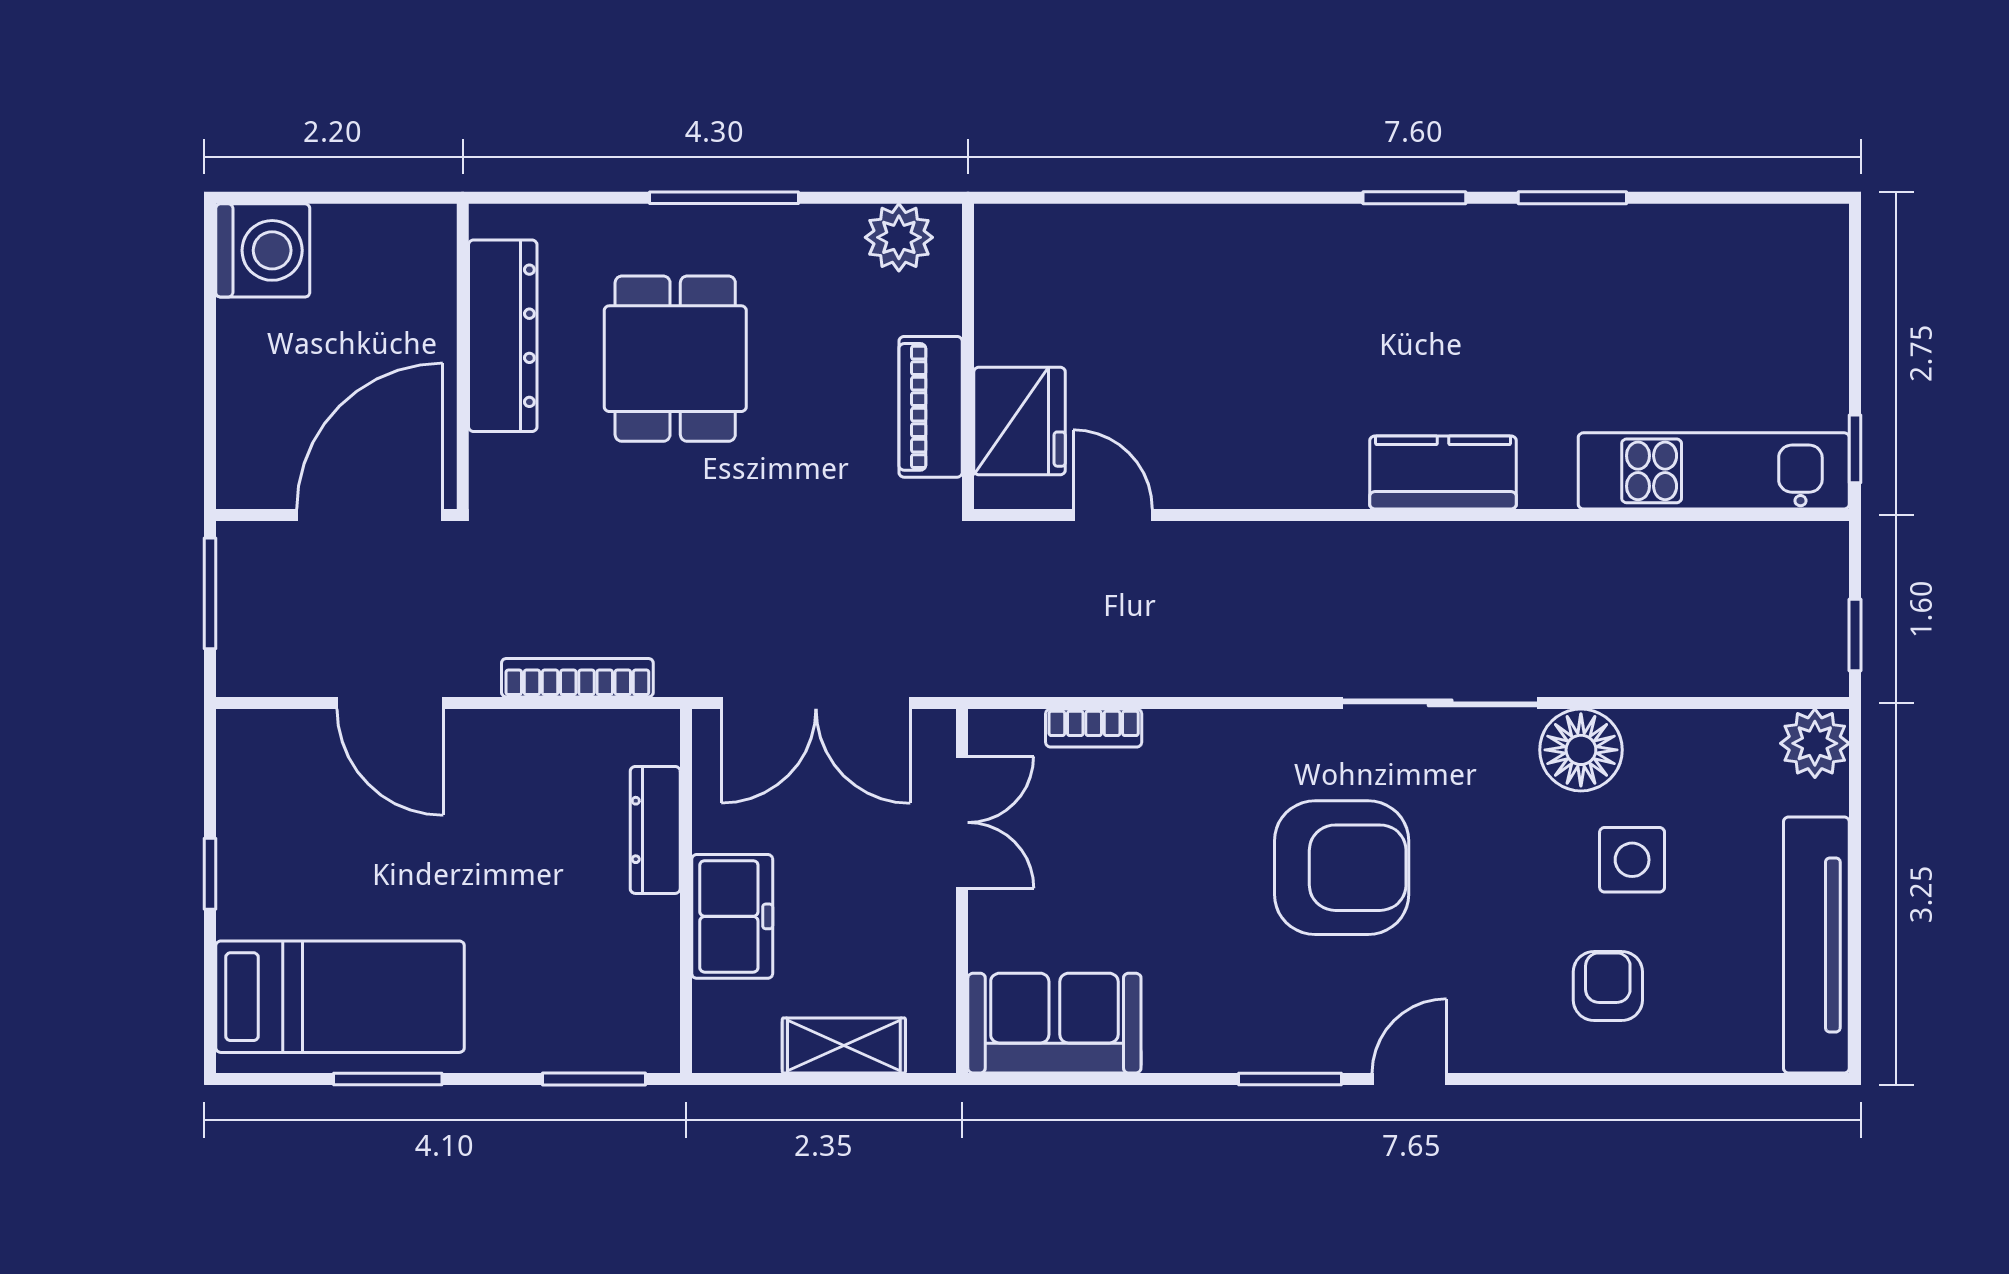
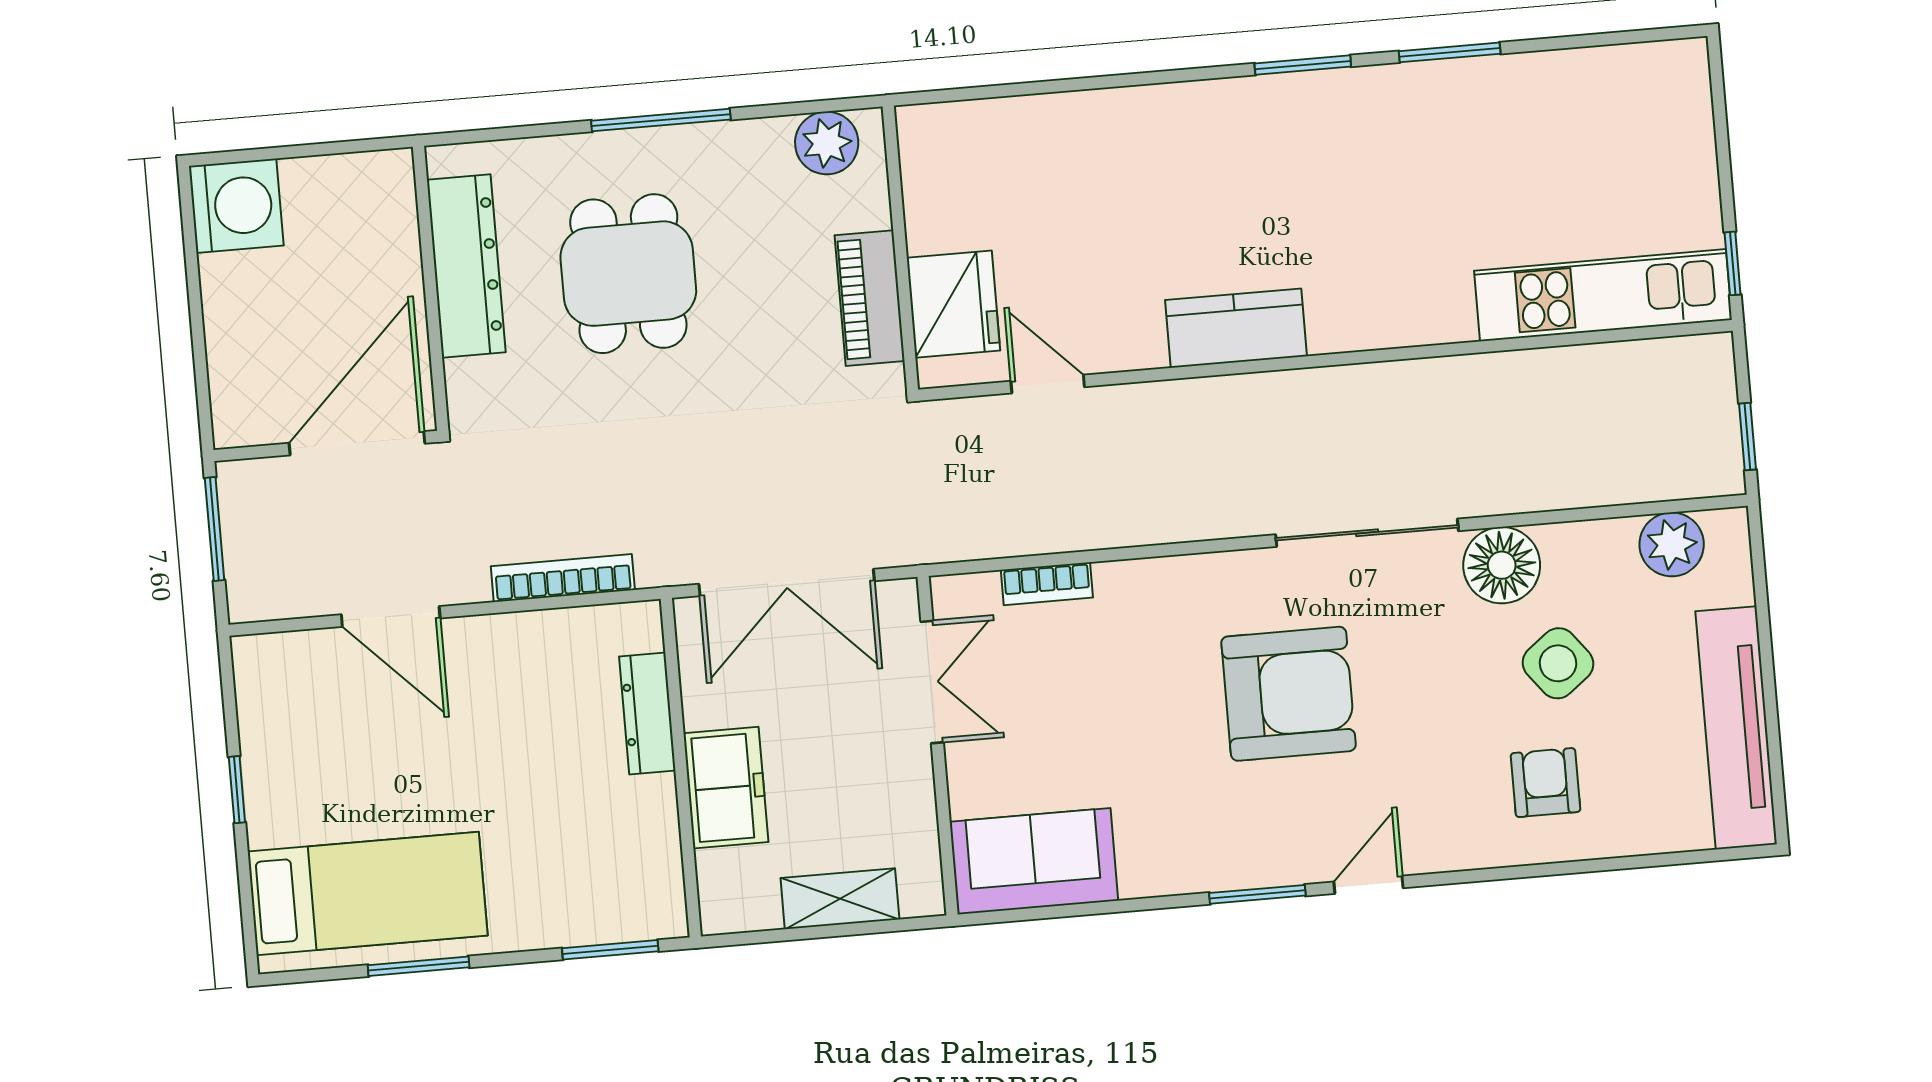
kitchen counter: (1443, 472) -> (1236, 328), moved
plant: (1815, 743) -> (1672, 544), moved
side table: (1632, 860) -> (1558, 663), turned -38

